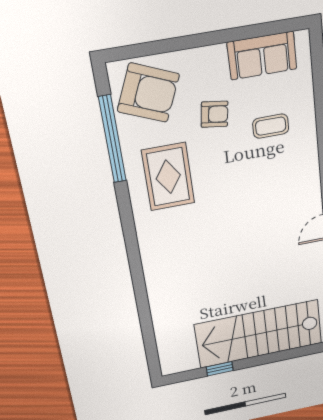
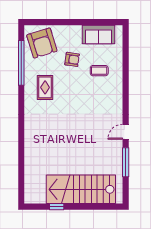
armchair: (148, 93) -> (42, 43), turned 50
rug: (168, 177) -> (45, 87), width x0.73, depth x0.70

